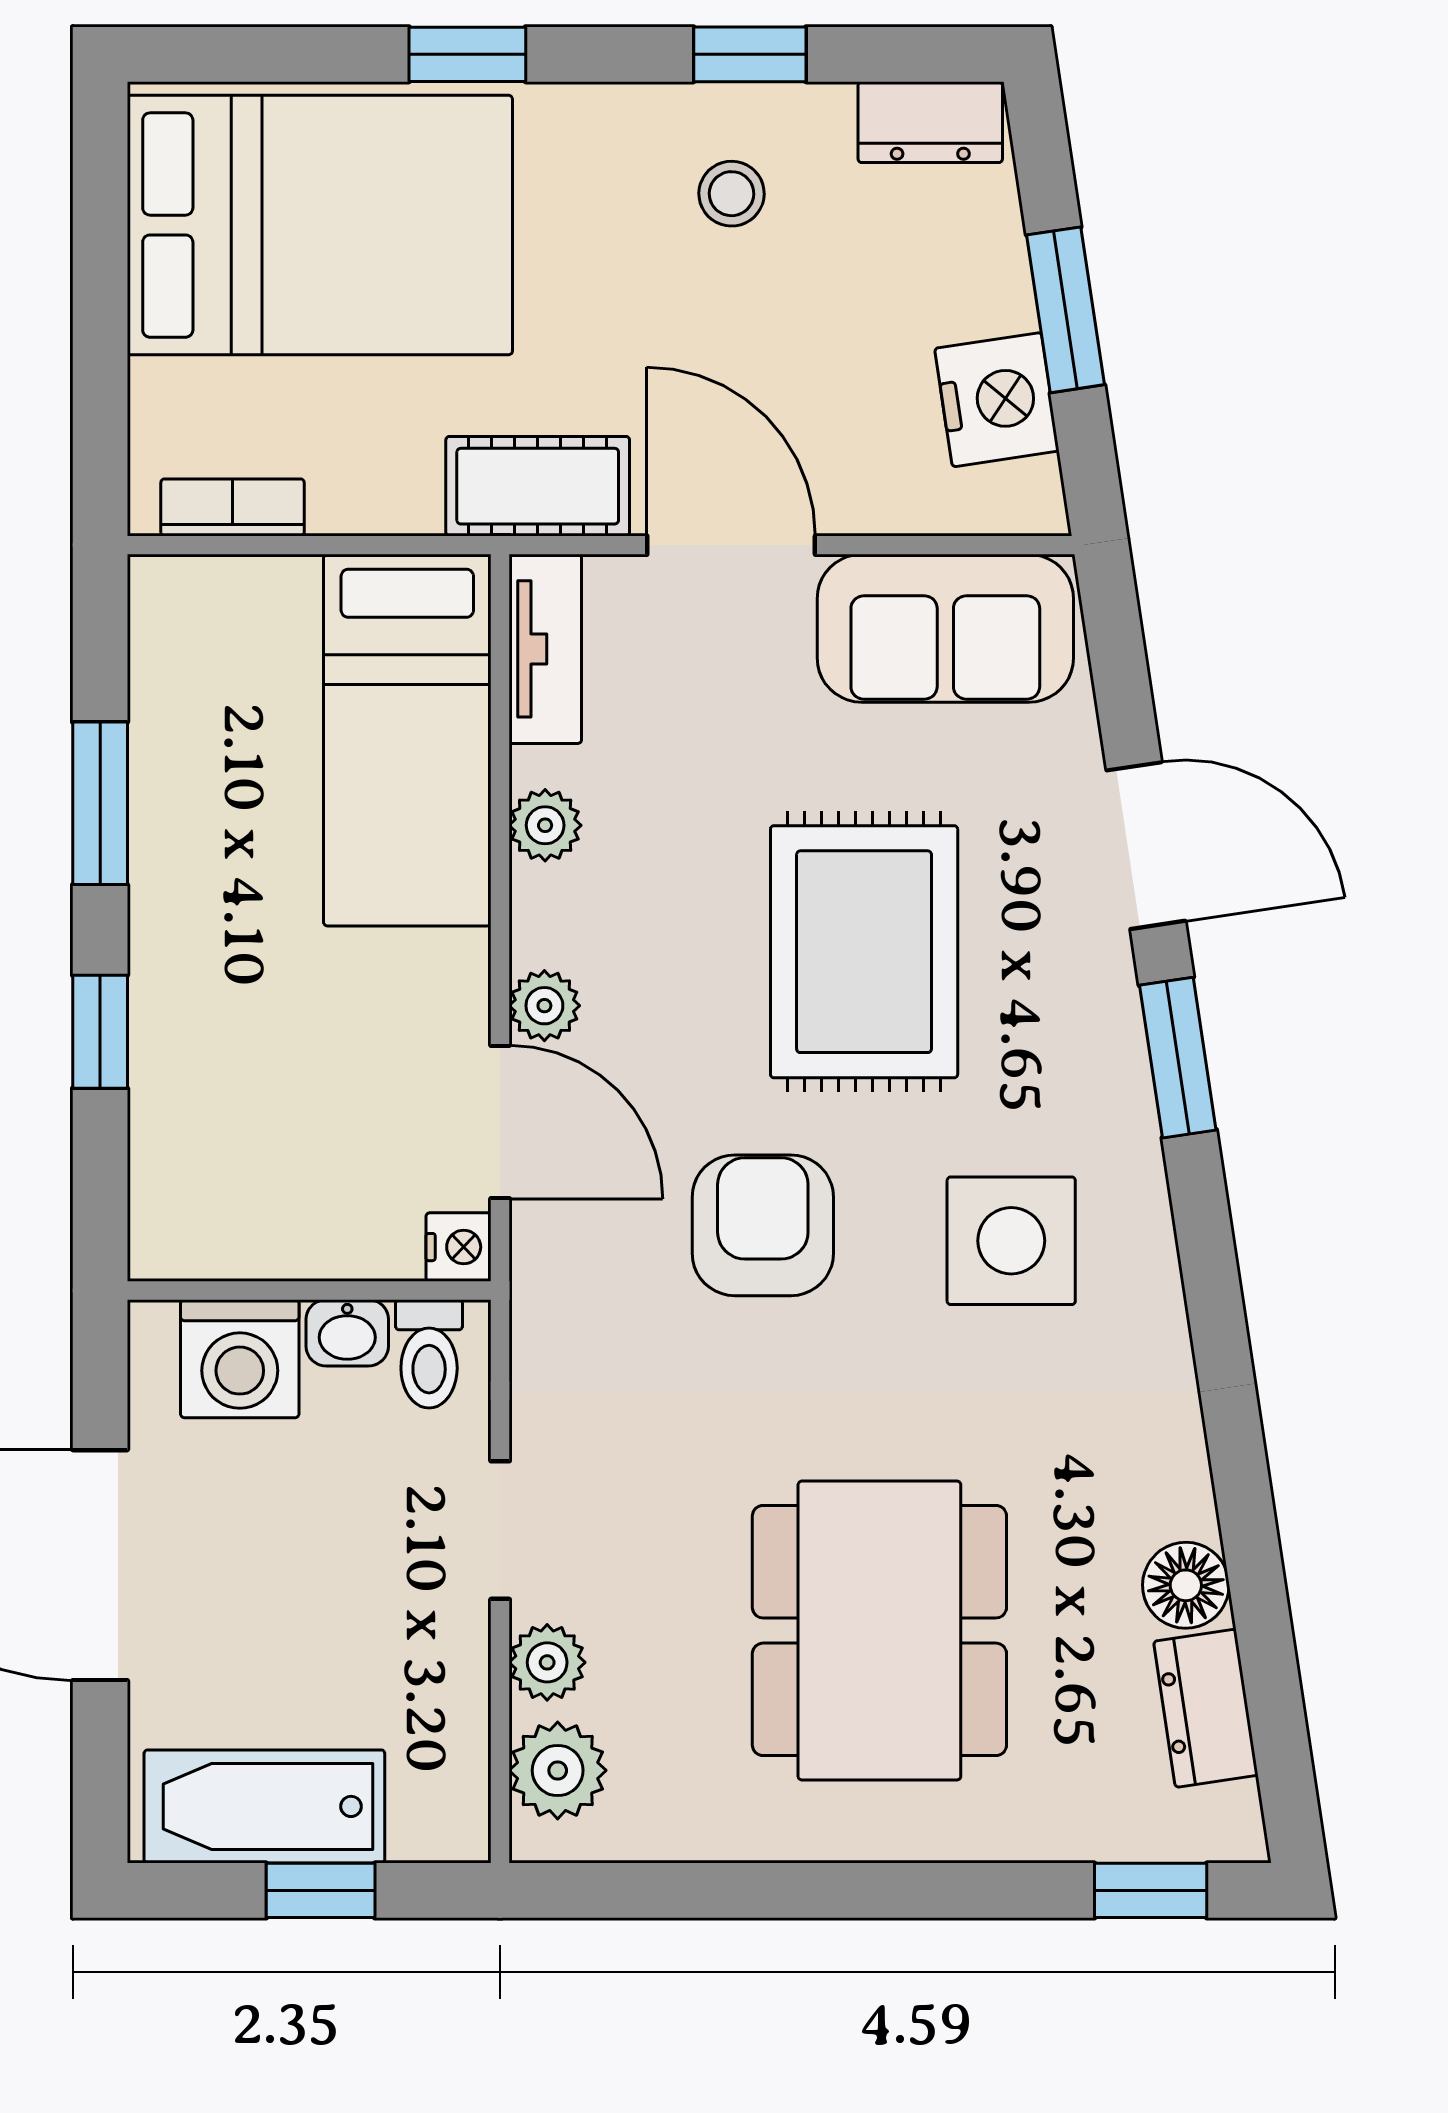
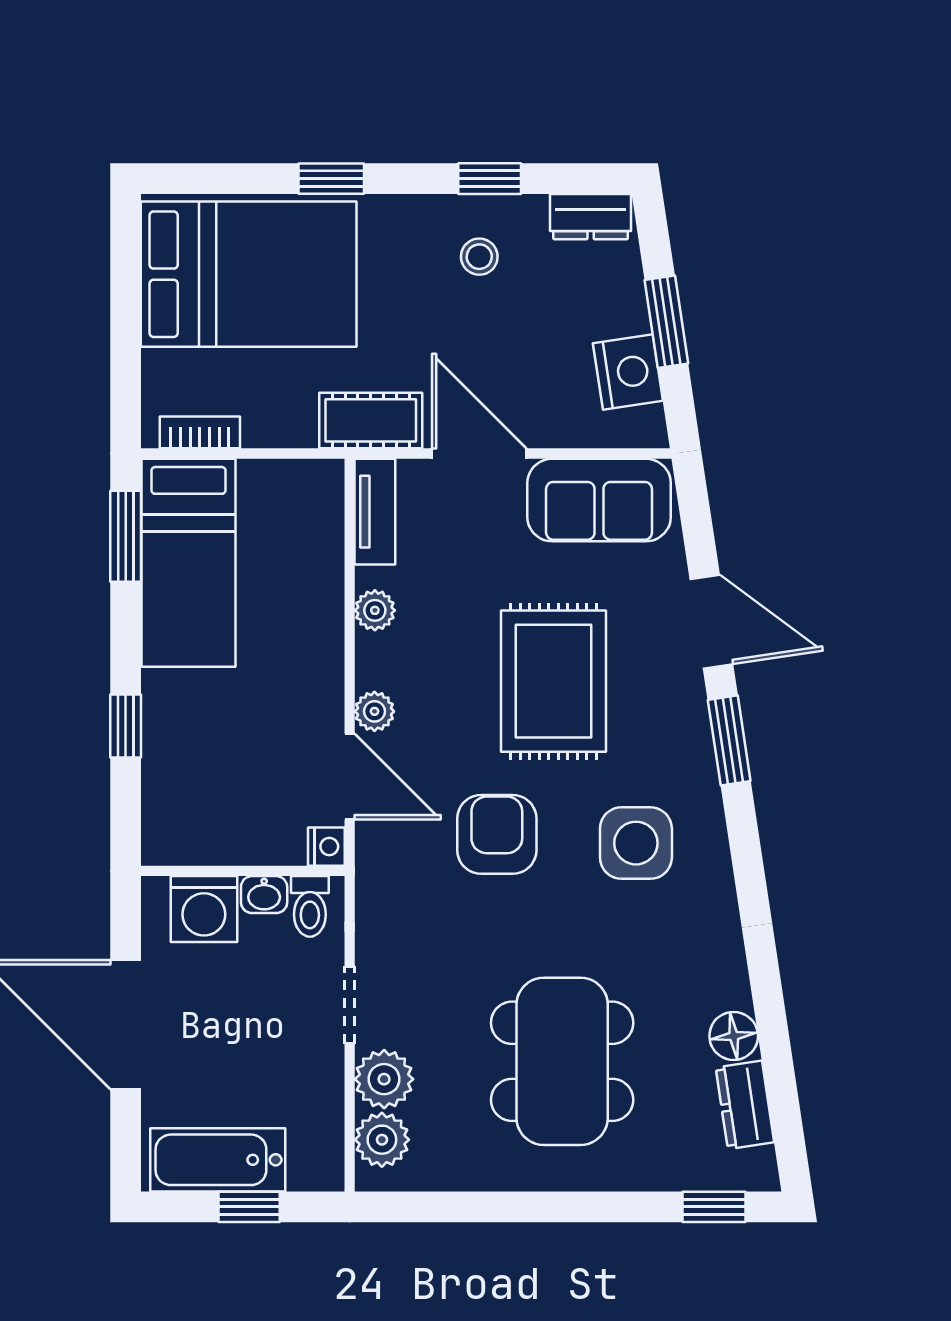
bed: (407, 740) -> (188, 563), moved
window: (100, 803) -> (126, 536), moved
plant: (547, 1662) -> (384, 1079), width x1.38, depth x1.38

